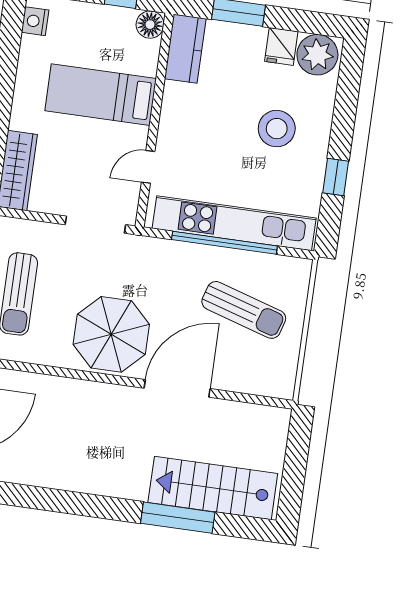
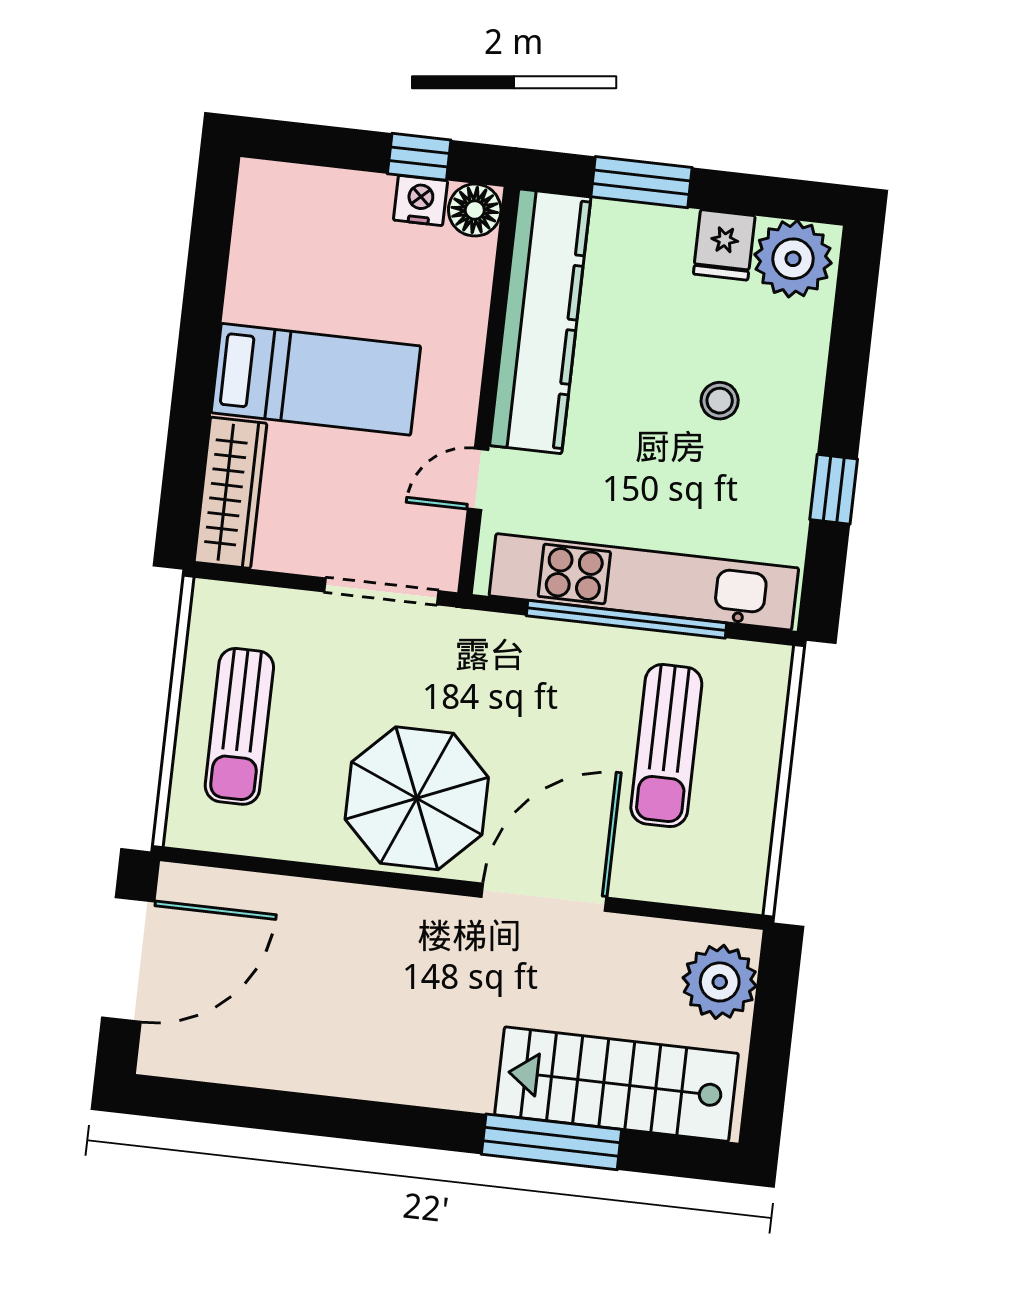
nightstand: (35, 21) -> (421, 200), moved, turned 90
kitchen counter: (185, 49) -> (540, 321), width x2.08, depth x1.17
bed: (101, 95) -> (316, 379), moved, turned 180
stool: (277, 129) -> (720, 401), width x0.53, depth x0.53
sun lounger: (244, 310) -> (666, 746), turned 73
plant: (269, 435) -> (720, 982), added

